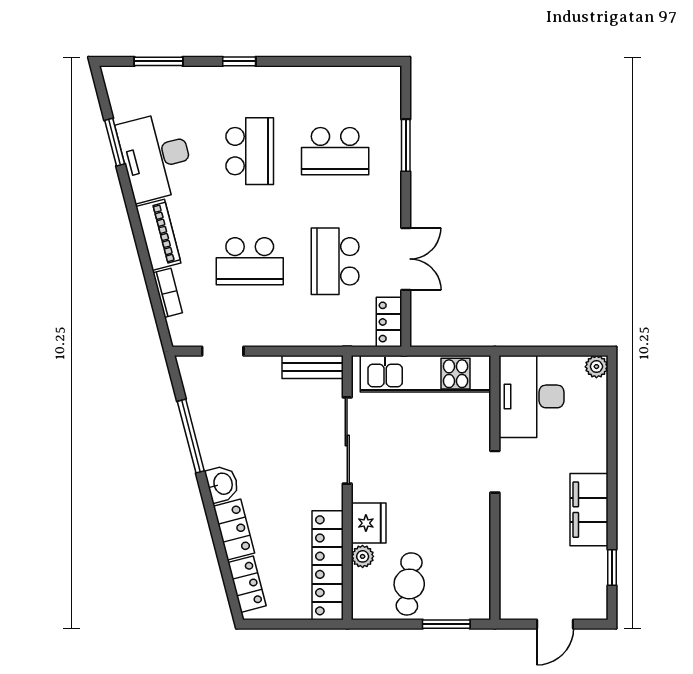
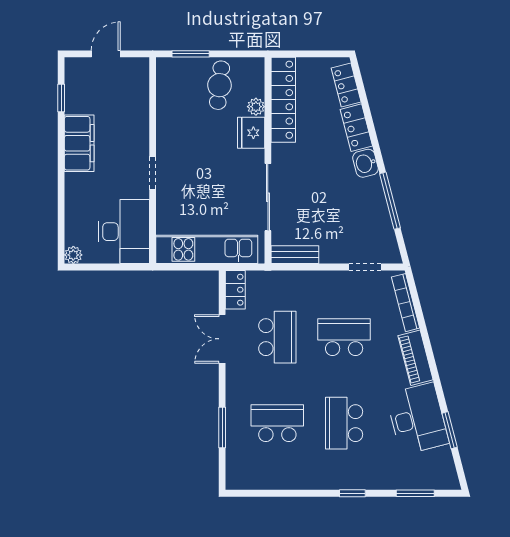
bookcase: (168, 293) -> (406, 303), width x1.56

